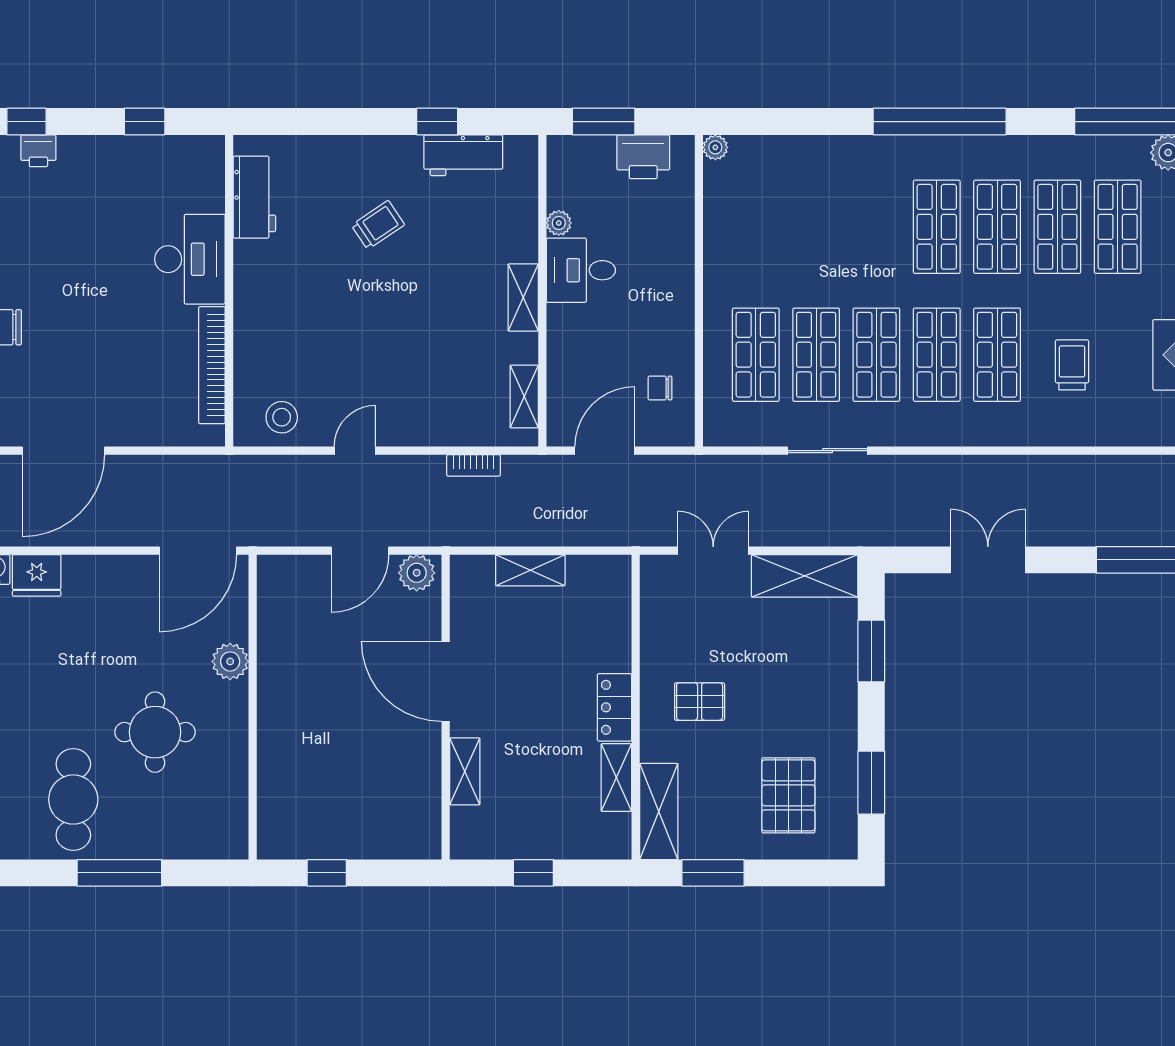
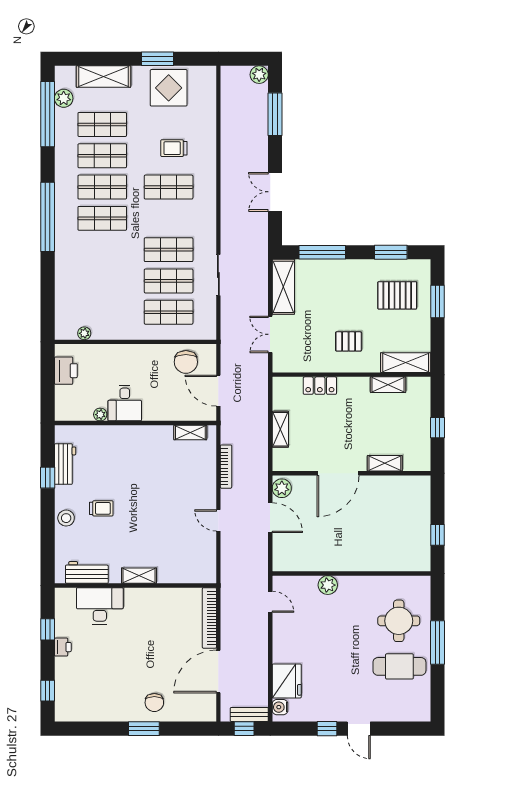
window: (604, 122) -> (48, 391), removed
plant: (715, 147) -> (84, 333), moved
printer: (38, 151) -> (63, 647), moved
trolley: (378, 225) -> (101, 508), turned 124
desk: (190, 259) -> (100, 606), moved
shelving: (523, 297) -> (139, 576), moved
shop shelf: (937, 355) -> (169, 218), removed
bookcase: (212, 365) -> (209, 618), moved, turned 90
chair: (660, 388) -> (186, 362), width x1.87, depth x1.87
stool: (282, 417) -> (66, 518), moved
door: (63, 451) -> (218, 672), swing flipped
bookcase: (474, 465) -> (226, 467), width x1.56
door: (198, 551) -> (270, 602), width x0.53
fridge: (37, 575) -> (287, 681), width x1.36, depth x1.34
window: (871, 651) -> (322, 252), width x1.44
pallet: (700, 702) -> (349, 341), turned 90
locker: (614, 707) -> (320, 386), moved
round table: (155, 732) -> (399, 621), moved
window: (713, 873) -> (437, 302), moved

